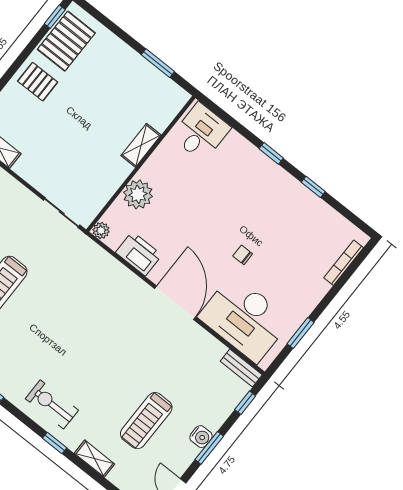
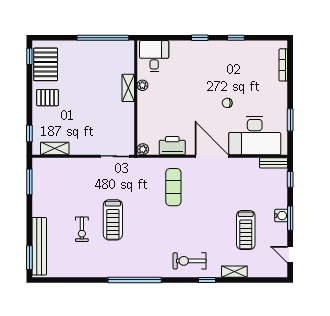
window: (158, 63) -> (103, 38), width x2.11
plant: (138, 194) -> (142, 85), moved, width x0.53, depth x0.53
exercise mat: (101, 303) -> (173, 187), added

